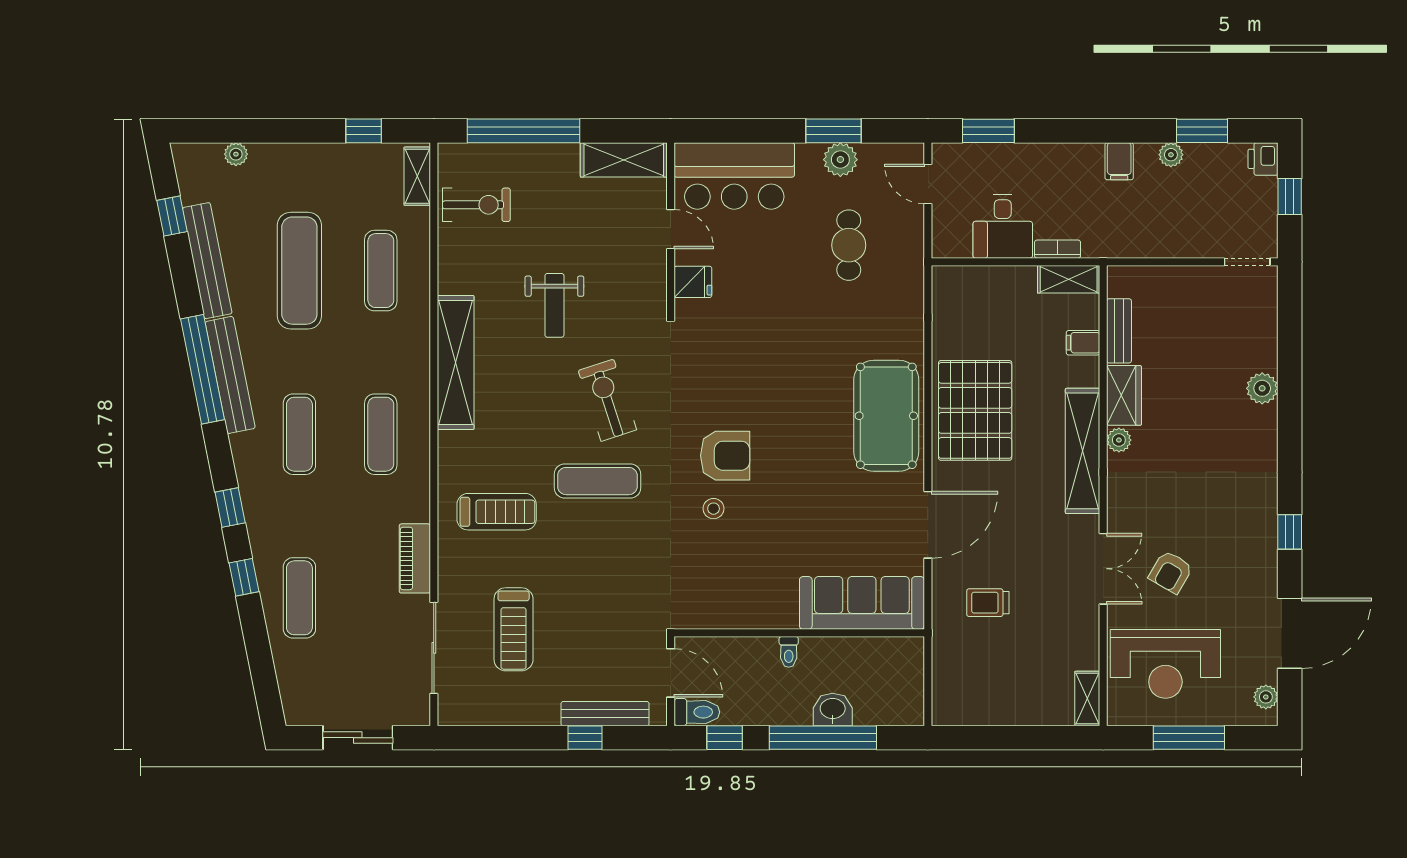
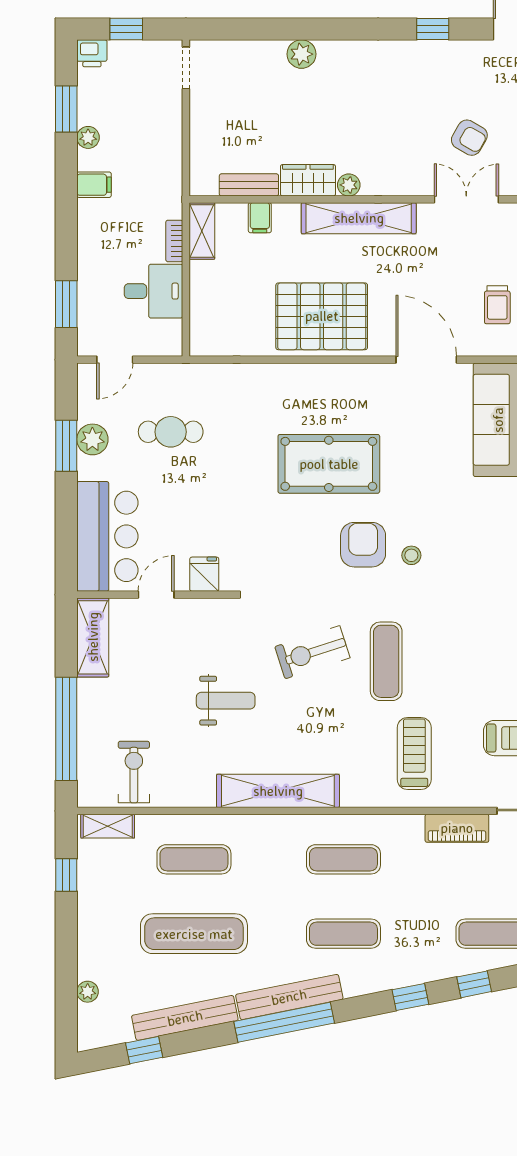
pool table: (886, 416) -> (329, 464), moved

